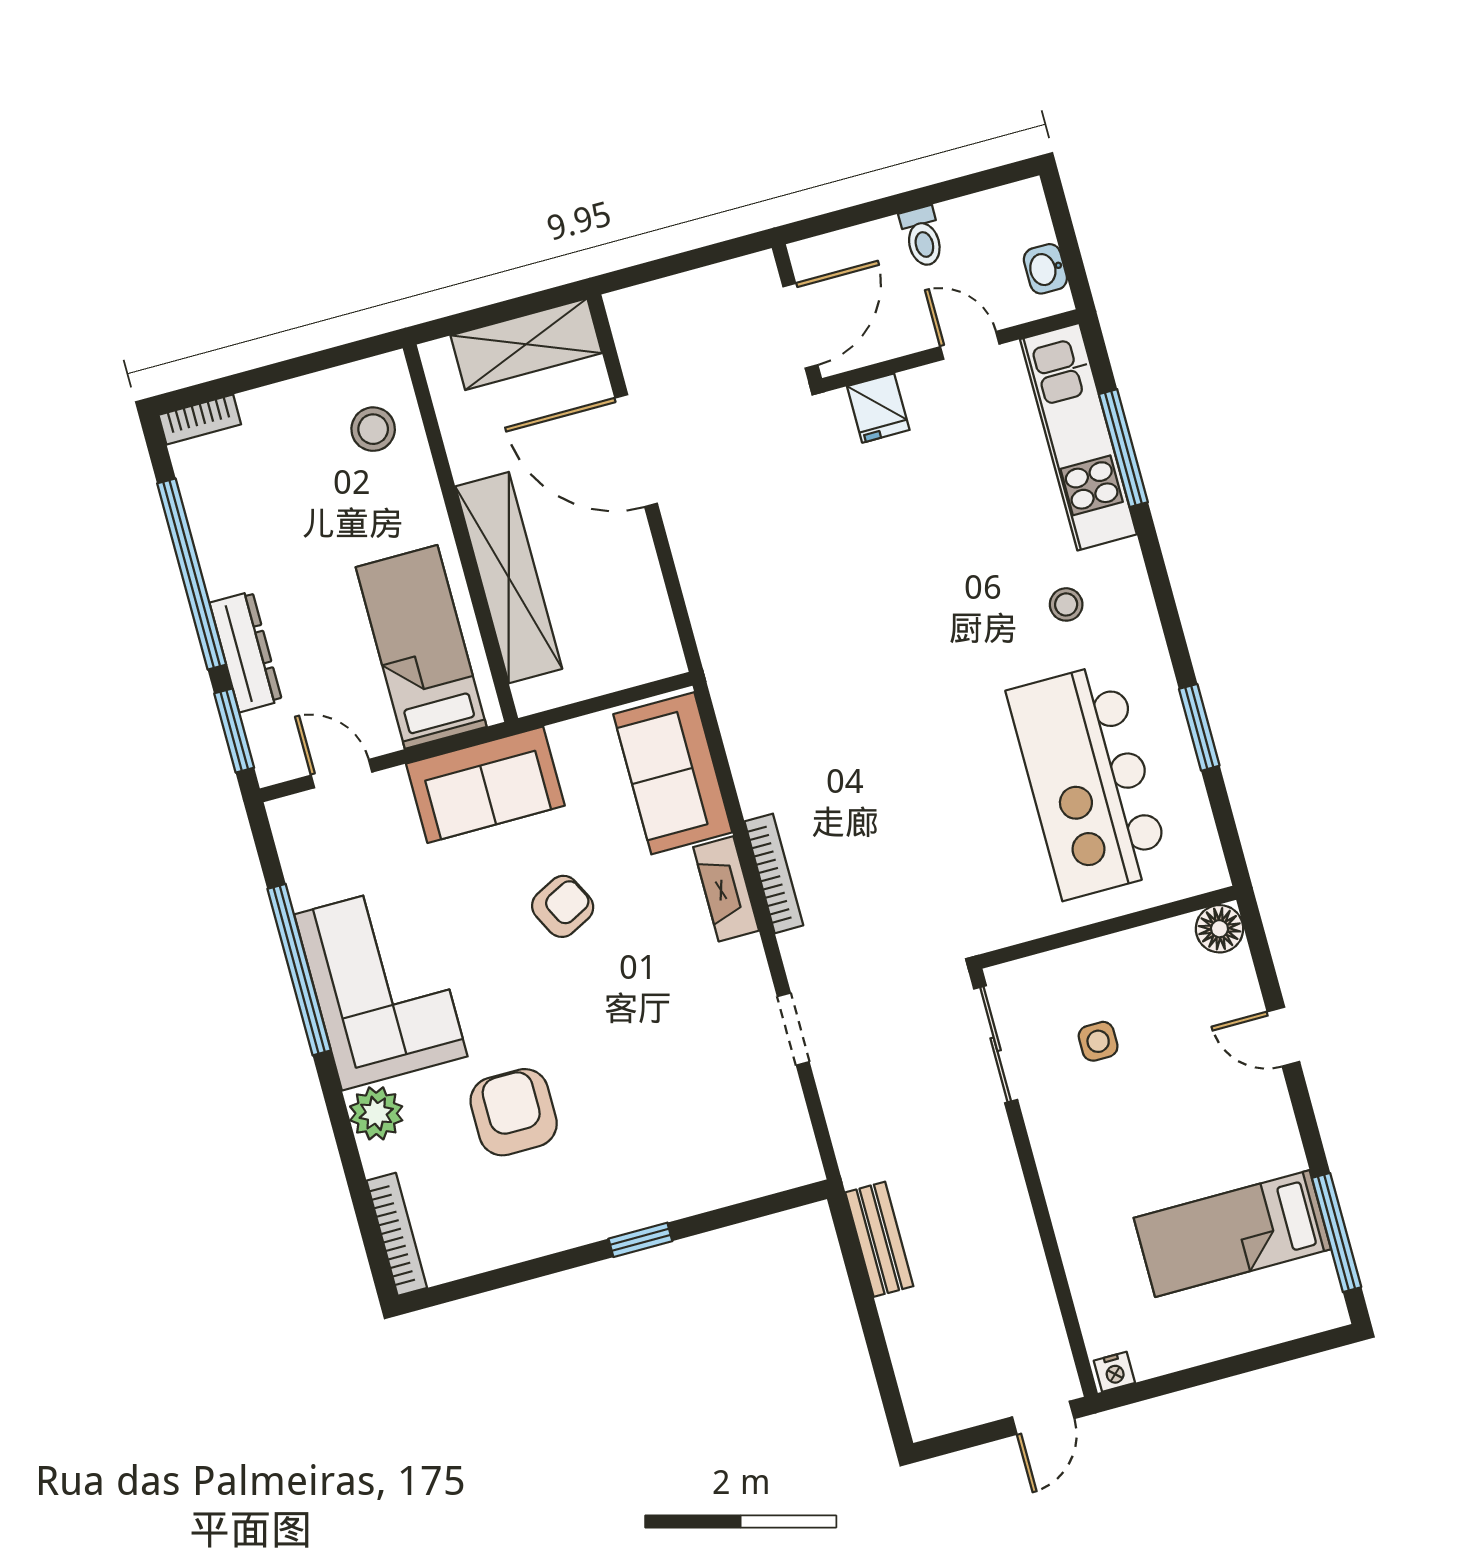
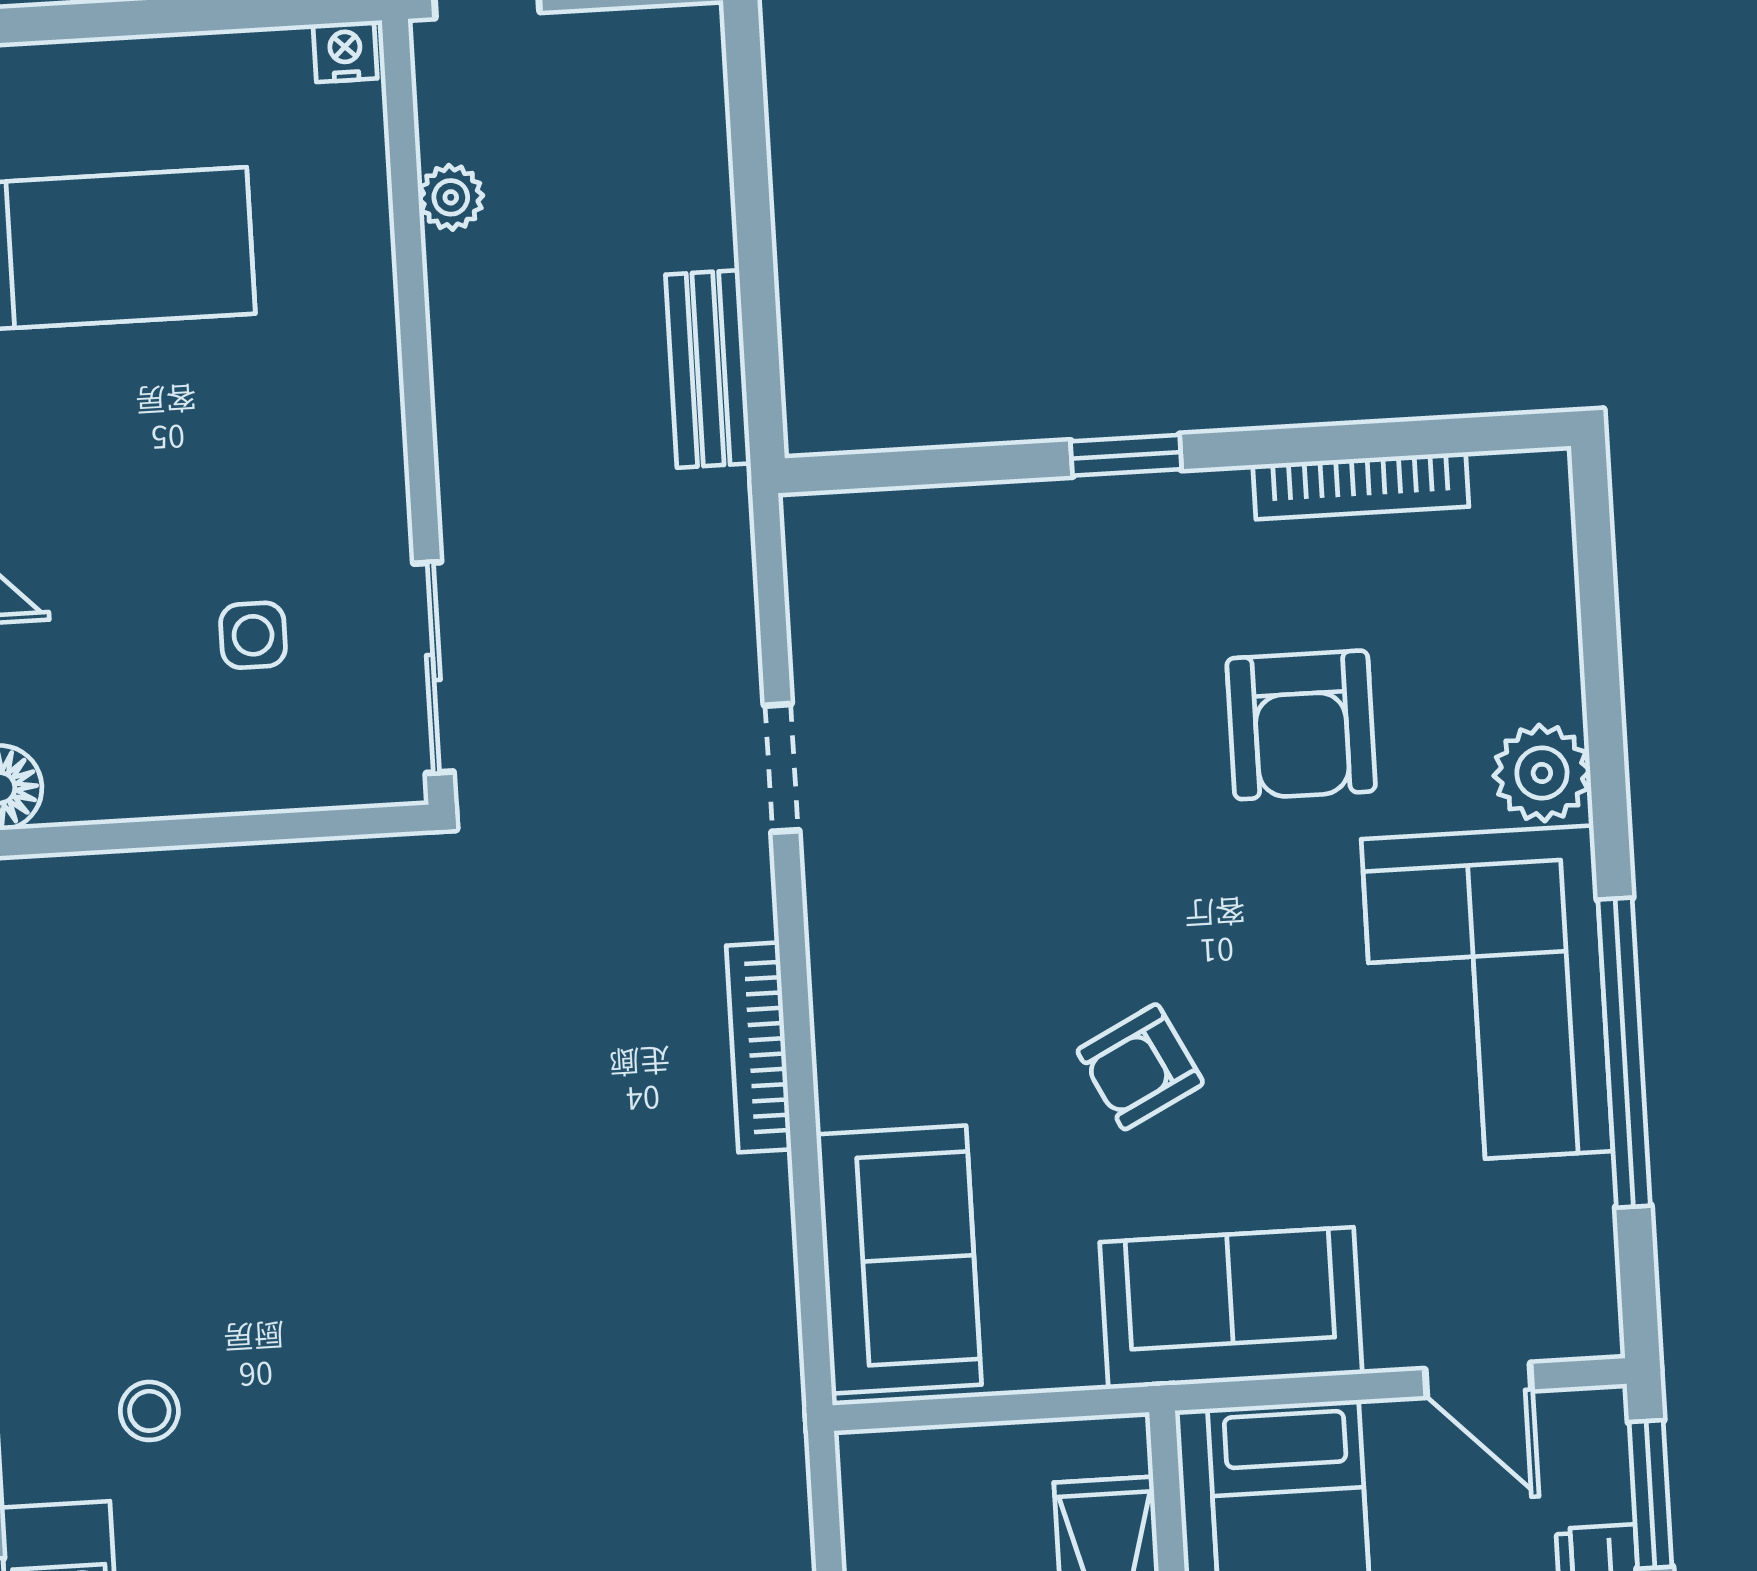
kitchen island: (1089, 781) -> (174, 1094), removed
fireplace: (726, 889) -> (848, 1038), removed
bookcase: (397, 1234) -> (1361, 486), moved, turned -90
plant: (1040, 1304) -> (451, 197), added

